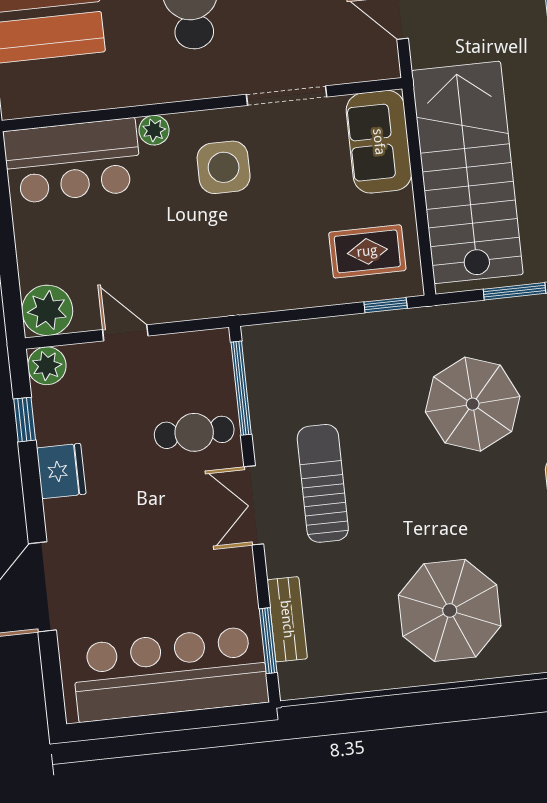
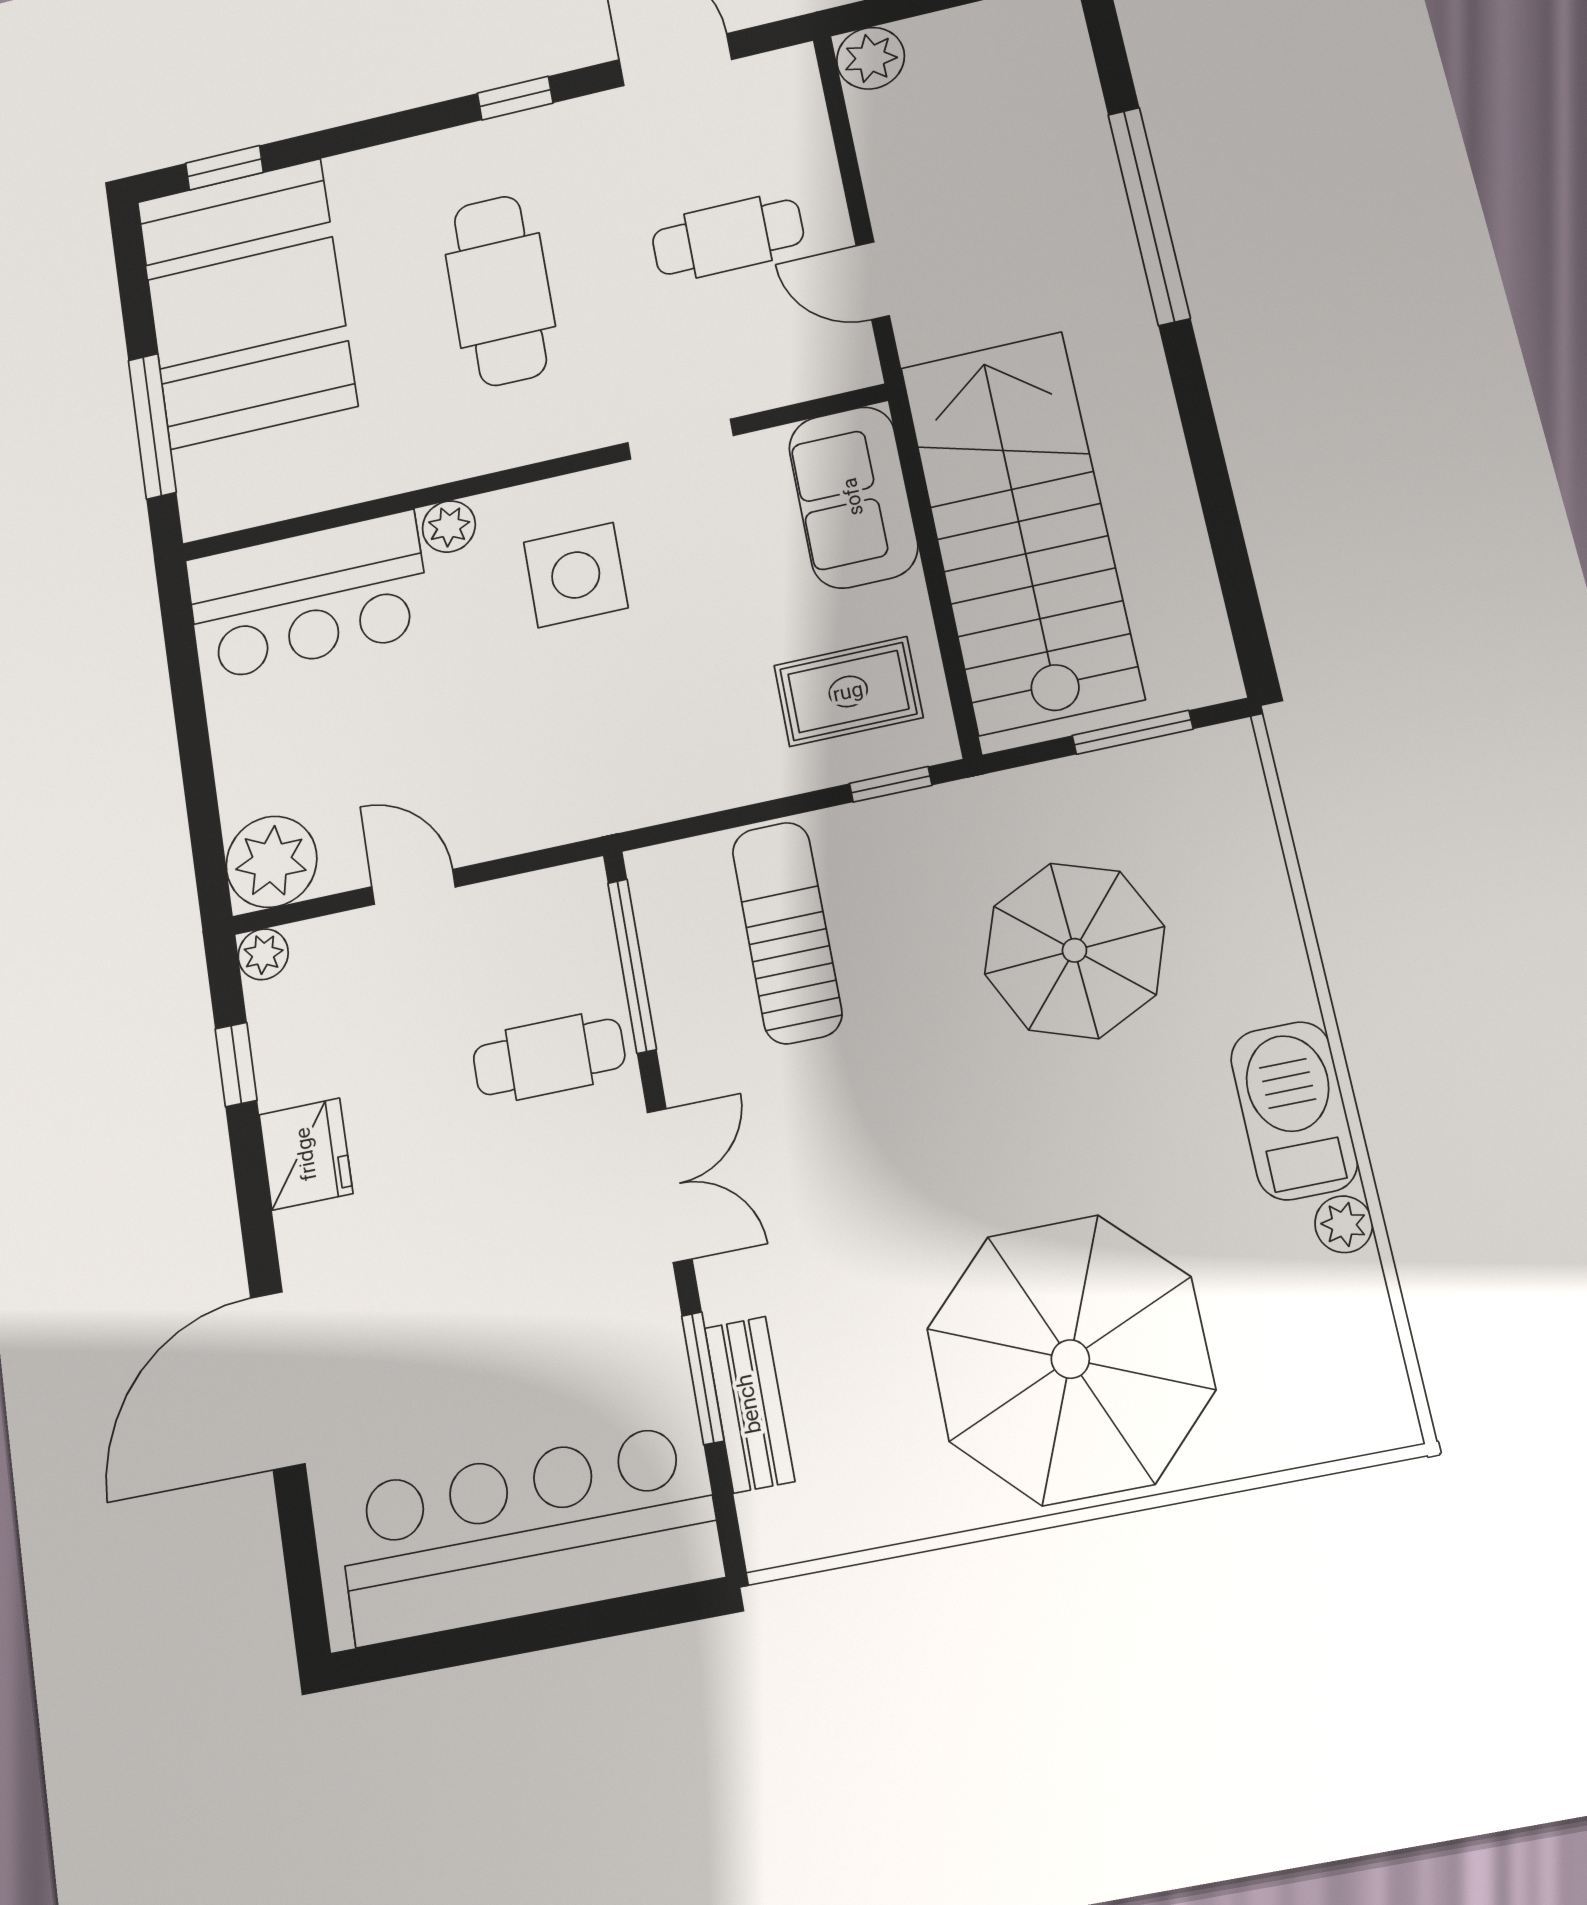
doorway: (287, 96) -> (680, 439), width x0.73
plant: (47, 366) -> (263, 954), width x0.73, depth x0.73
sun lounger: (323, 483) -> (787, 932), moved
double door: (254, 505) -> (670, 1185), swing flipped
parasol: (450, 610) -> (1070, 1359), width x1.36, depth x1.36
window: (268, 641) -> (703, 1378), moved

